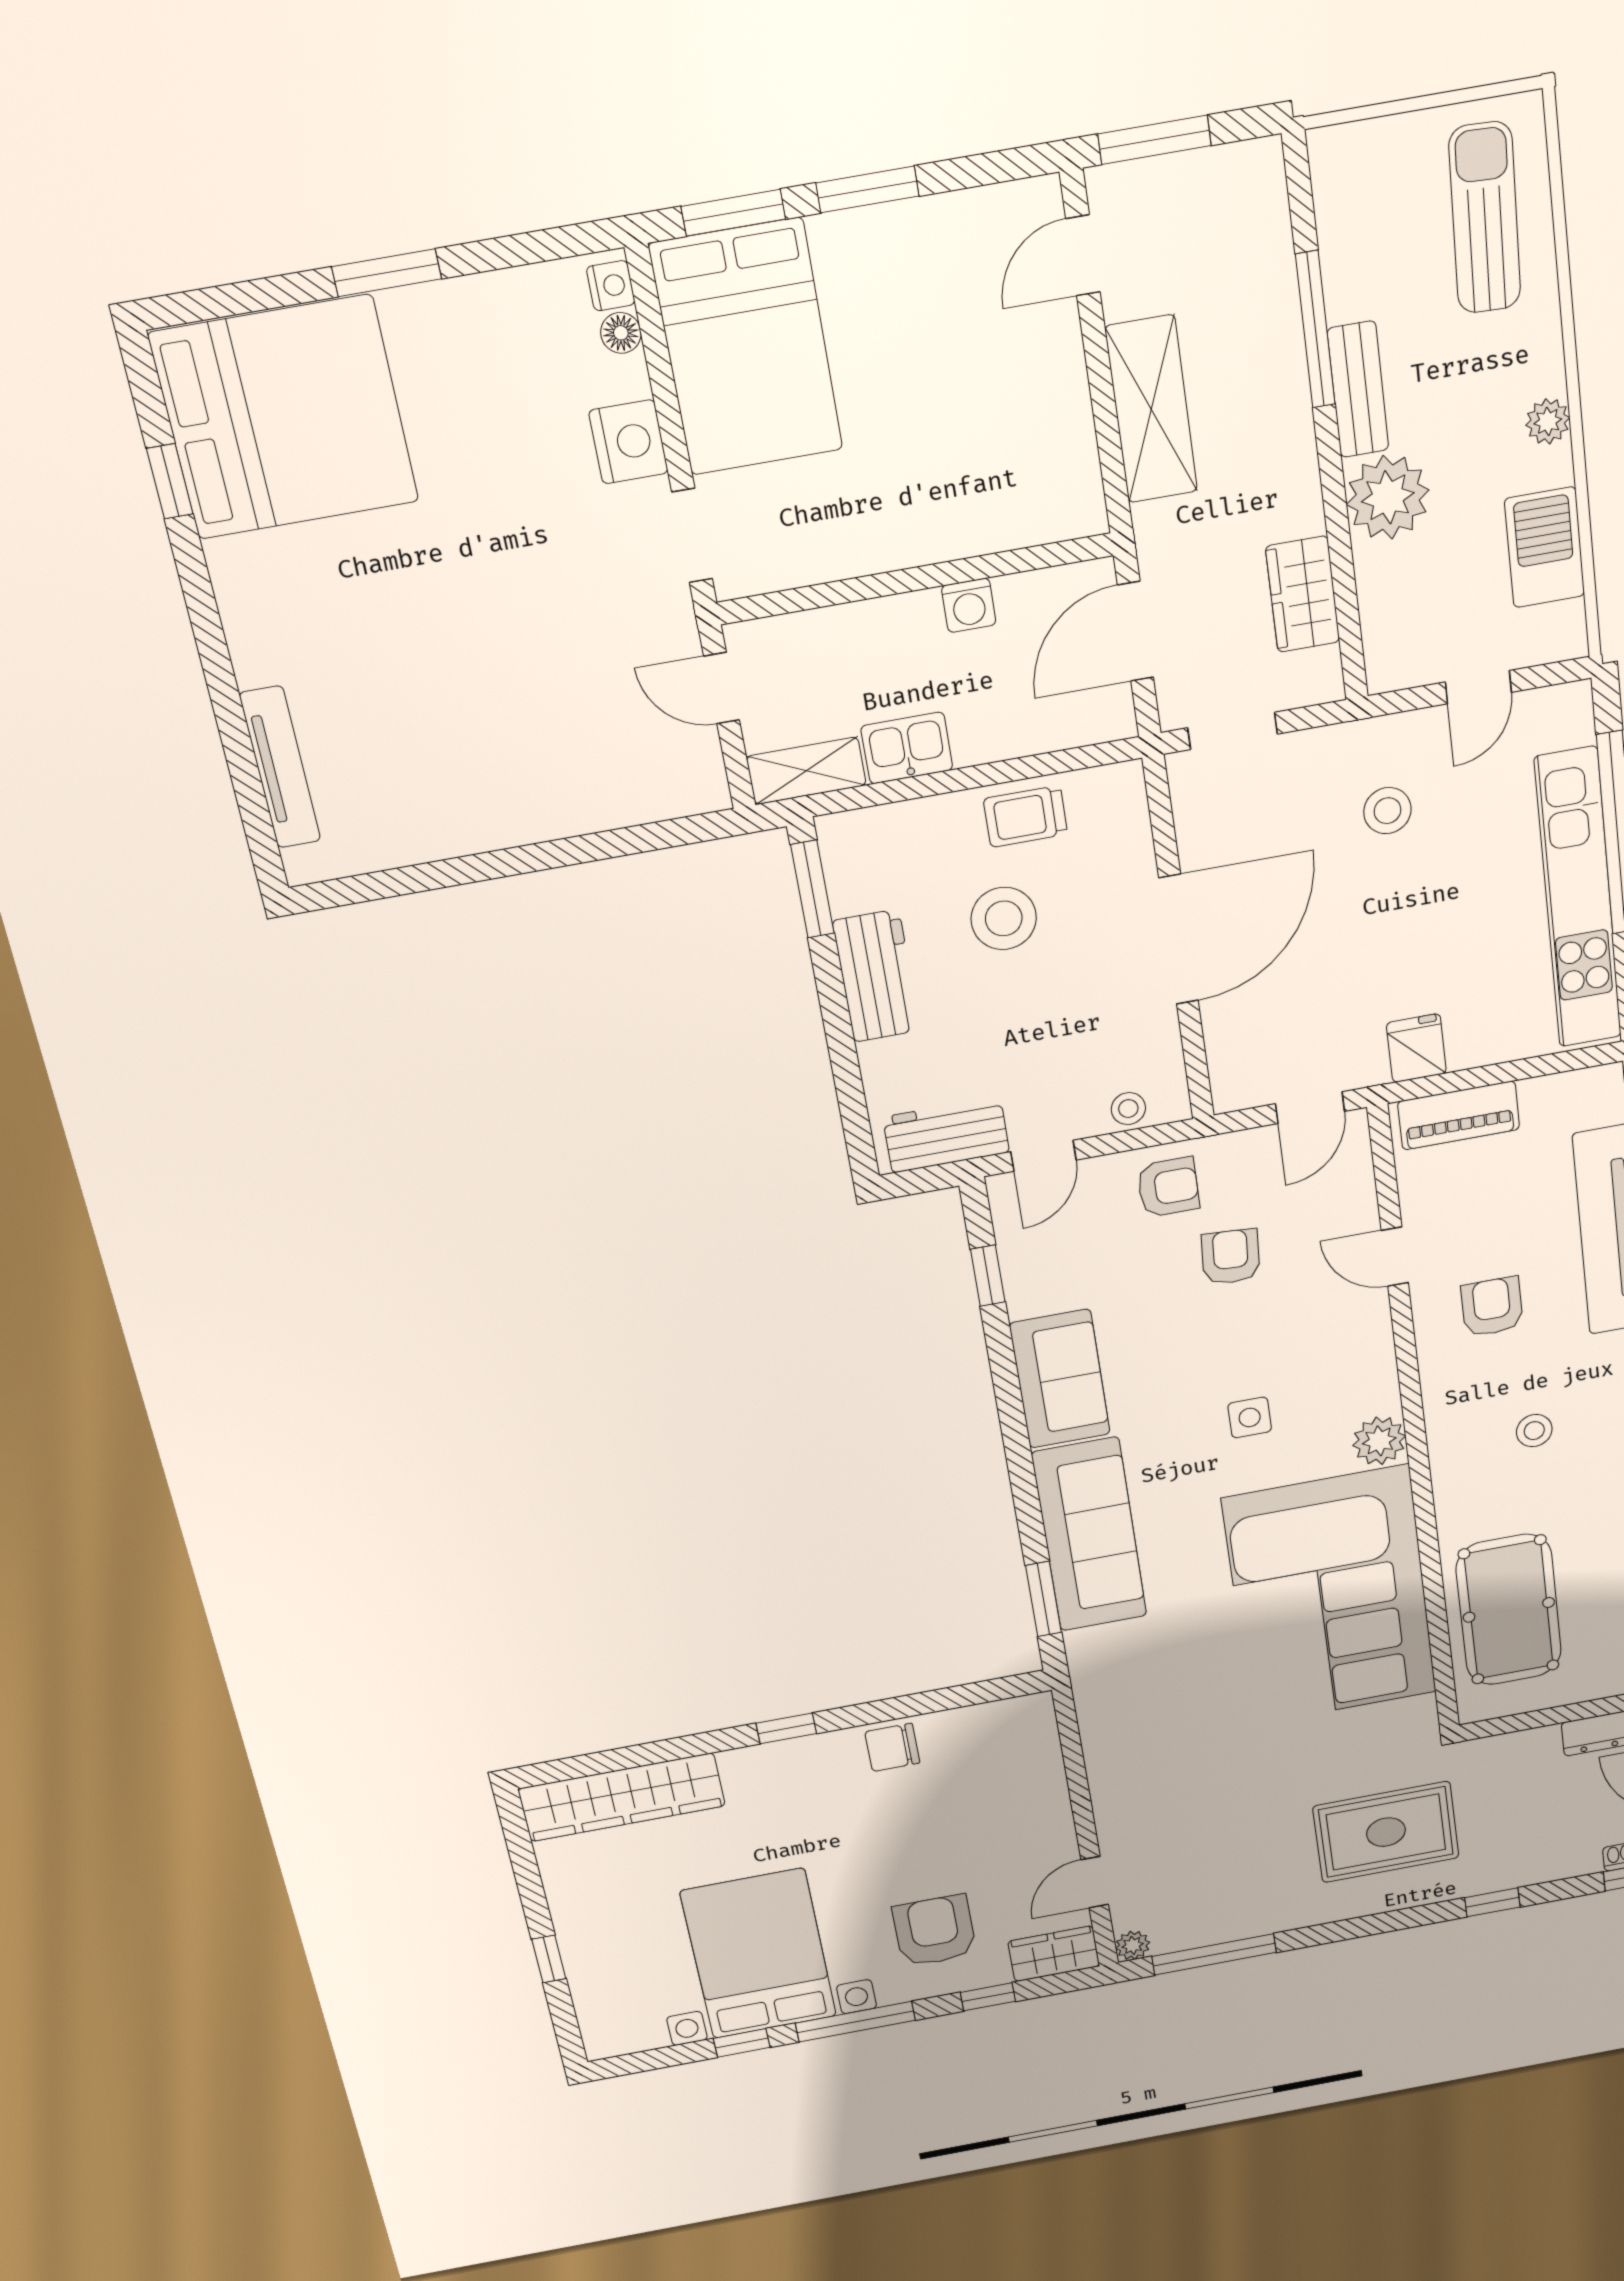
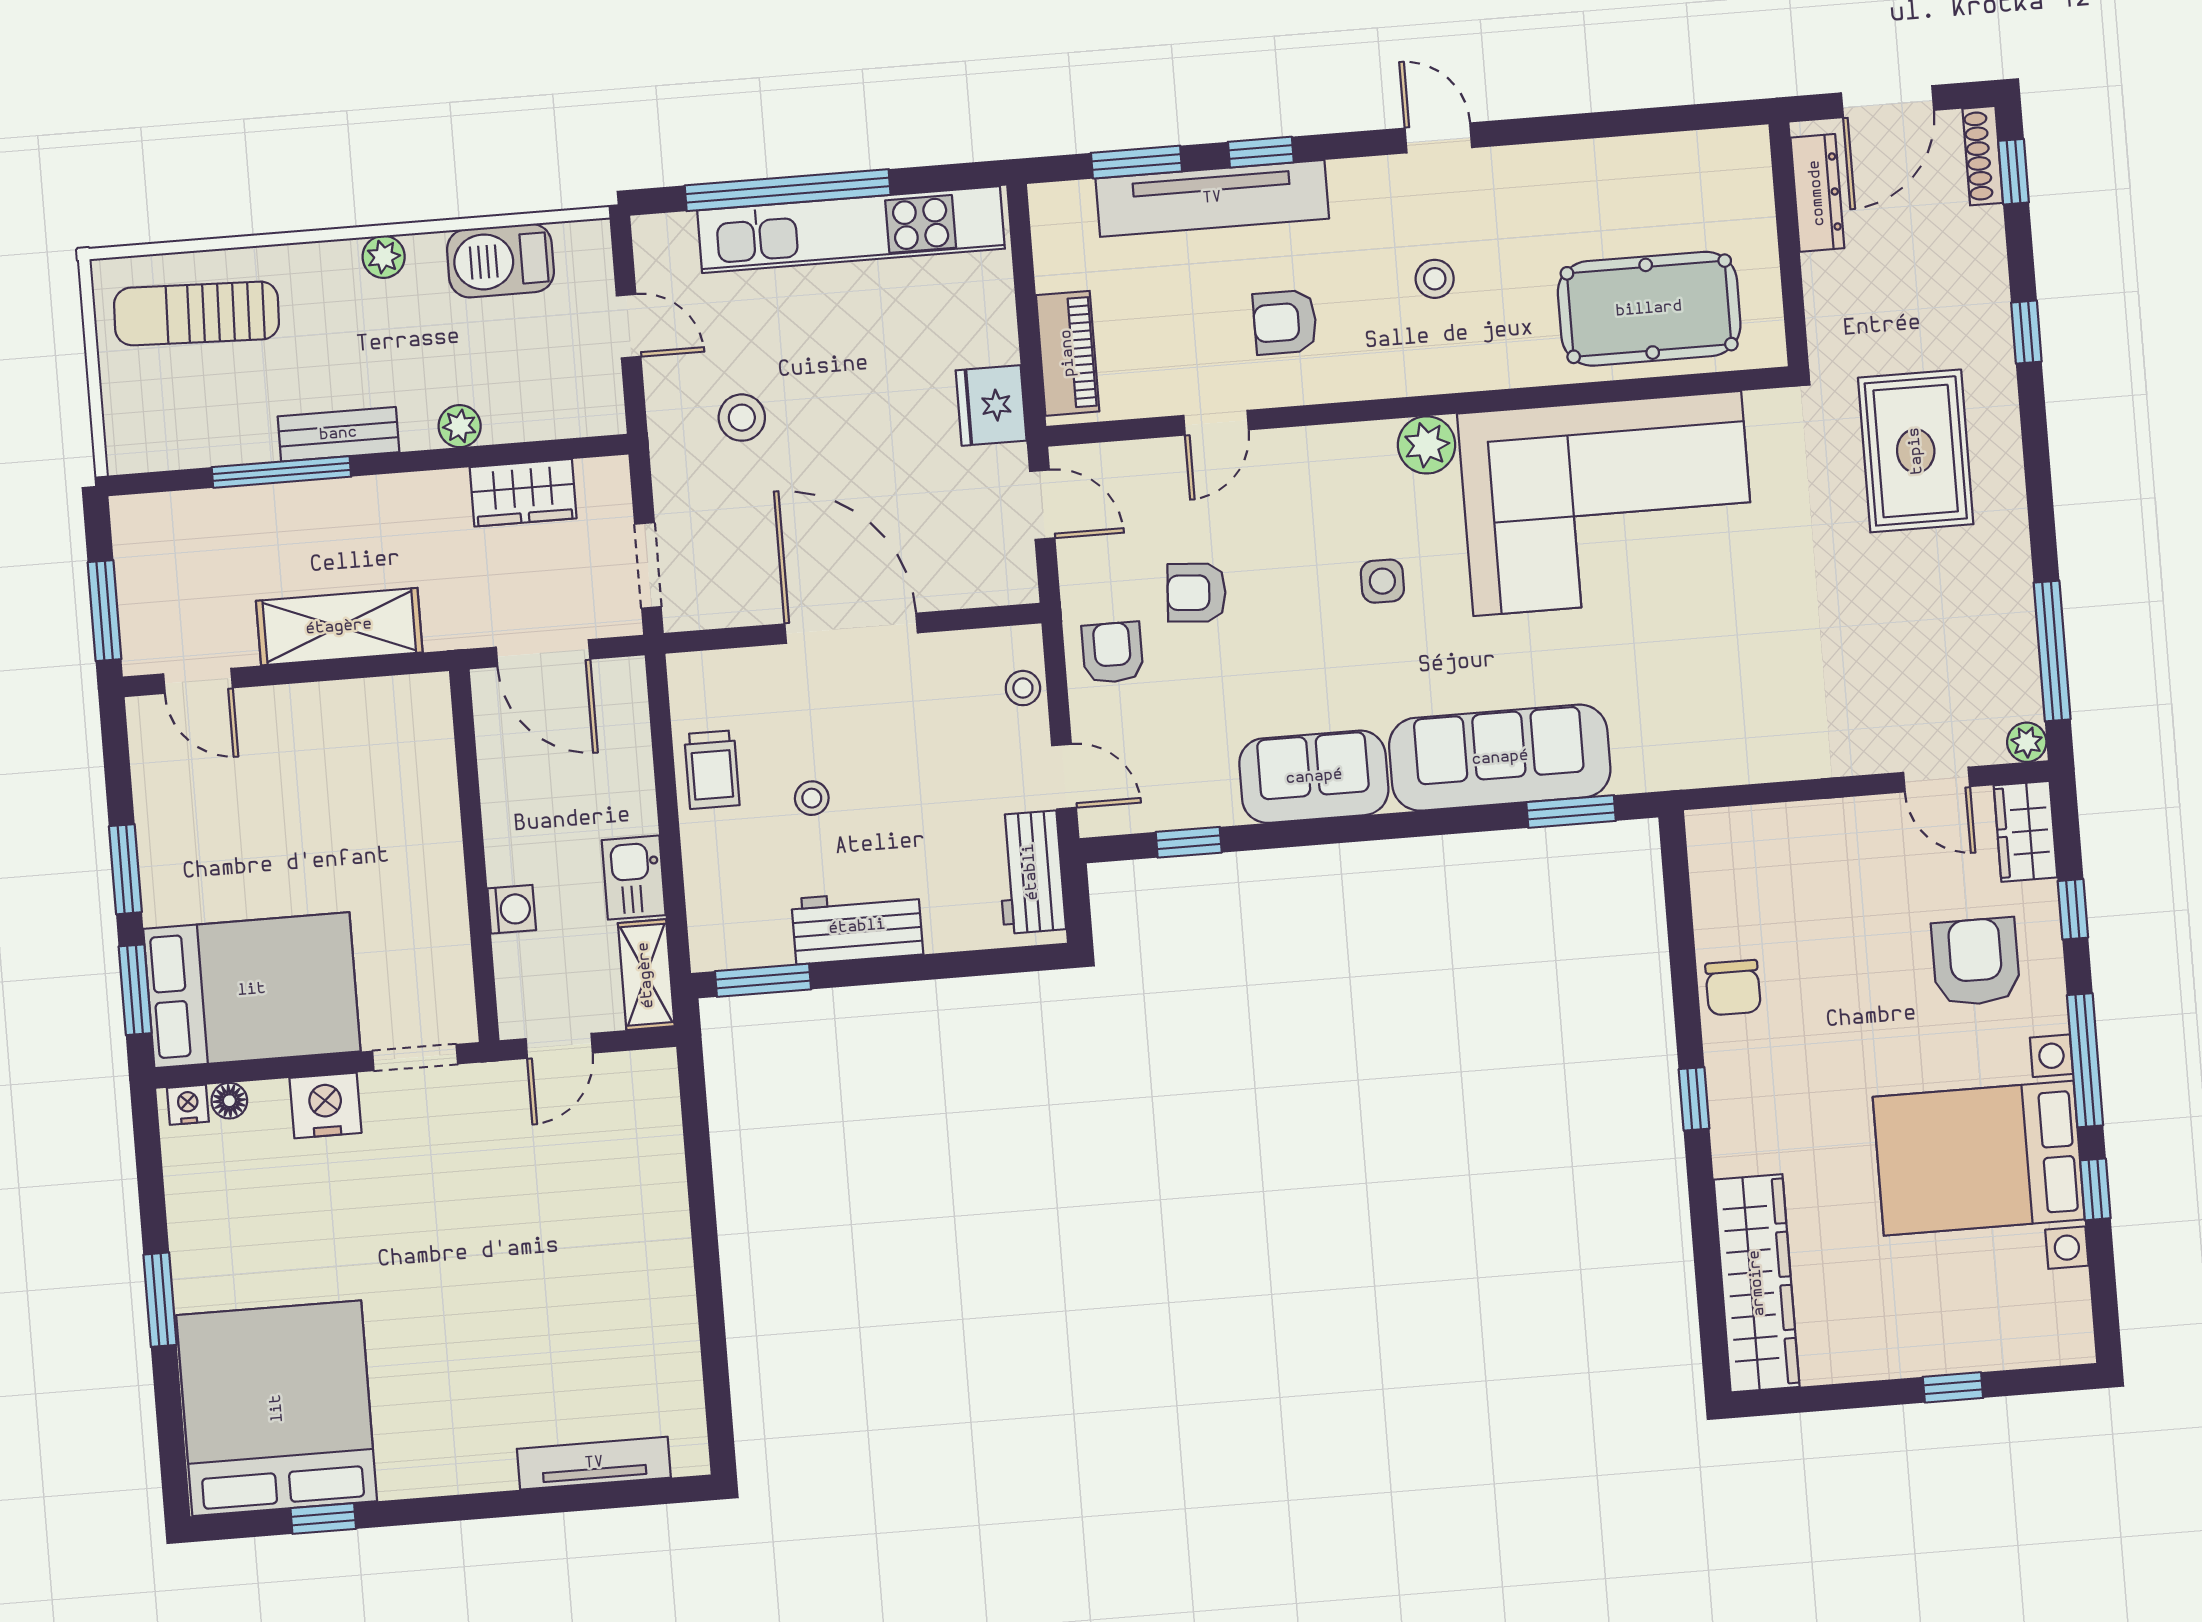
plant: (1388, 497) -> (460, 426), width x0.53, depth x0.53
washing machine: (969, 605) -> (512, 909), moved
stool: (1004, 918) -> (812, 798), width x0.53, depth x0.53
fridge: (1416, 1048) -> (991, 405), width x1.38
armchair: (934, 1931) -> (1976, 962), turned 90

